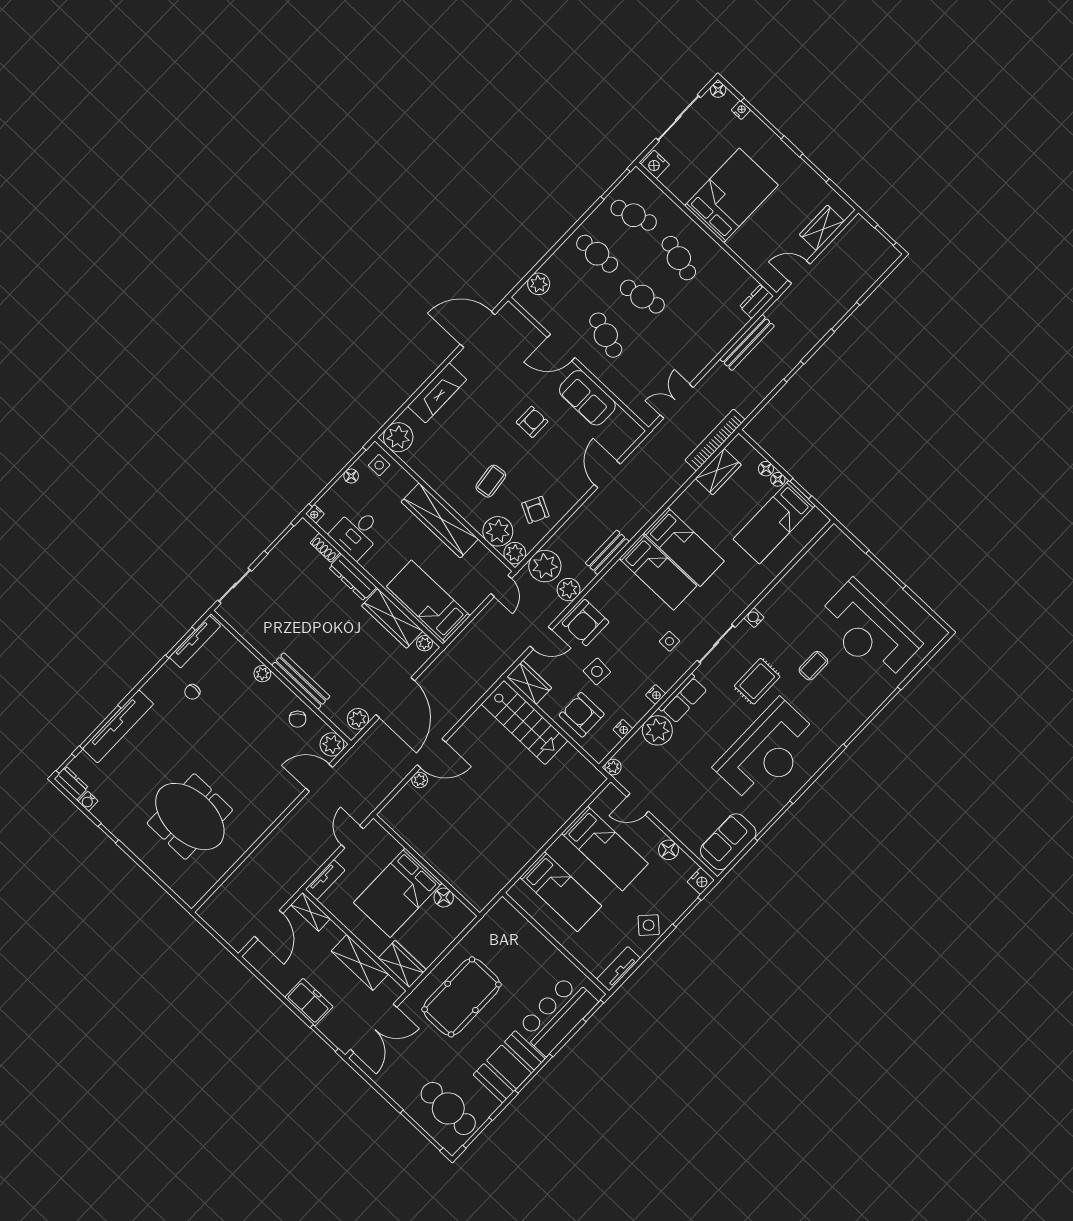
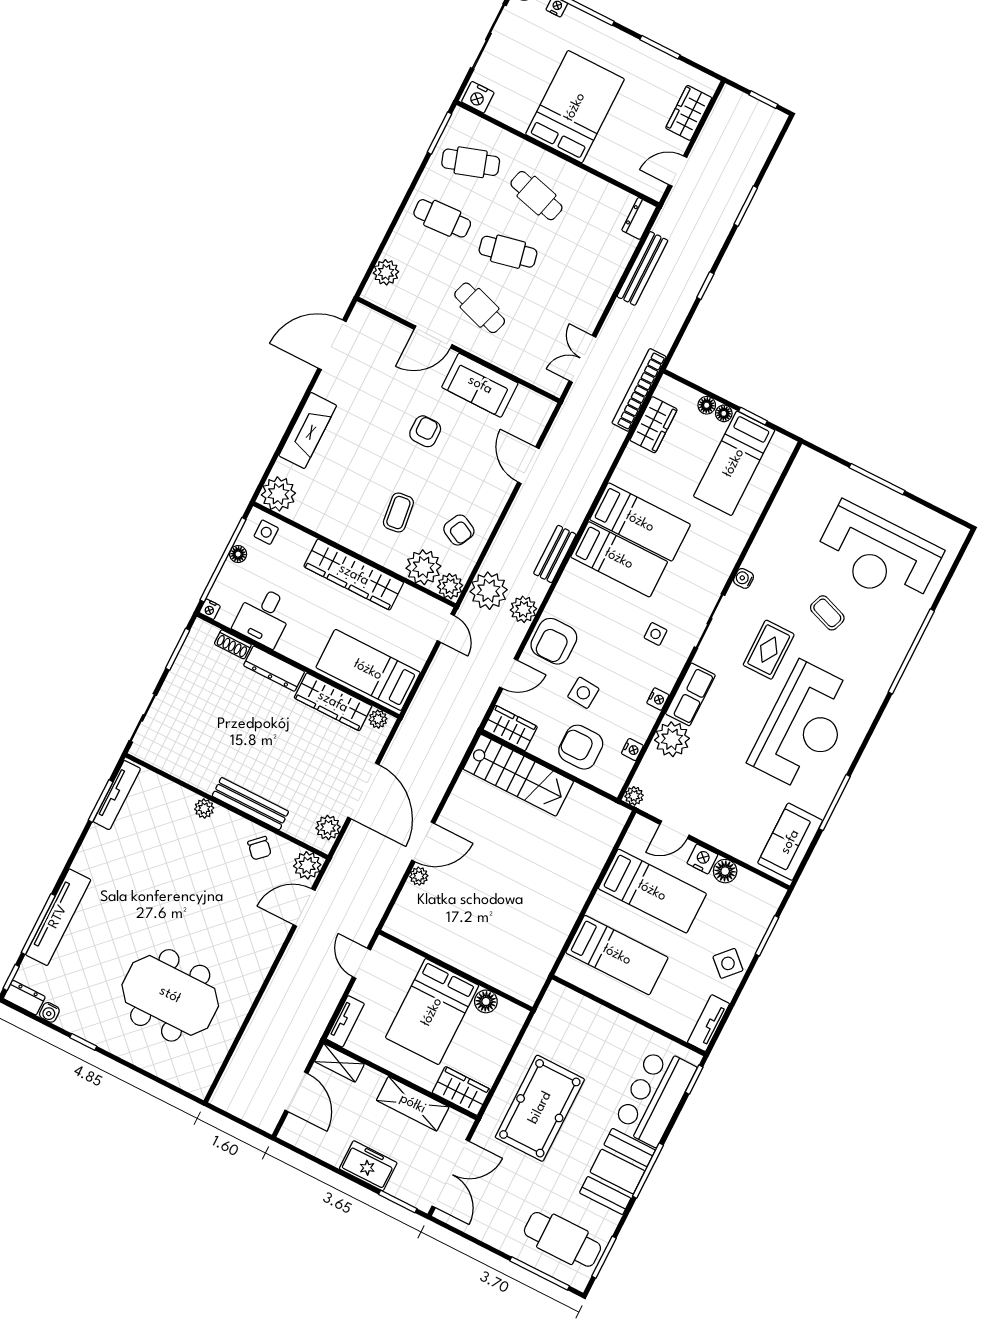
coffee table: (813, 666) -> (827, 613), turned -70
chair: (192, 692) -> (131, 853), removed
nightstand: (701, 881) -> (702, 859), moved, turned -90

